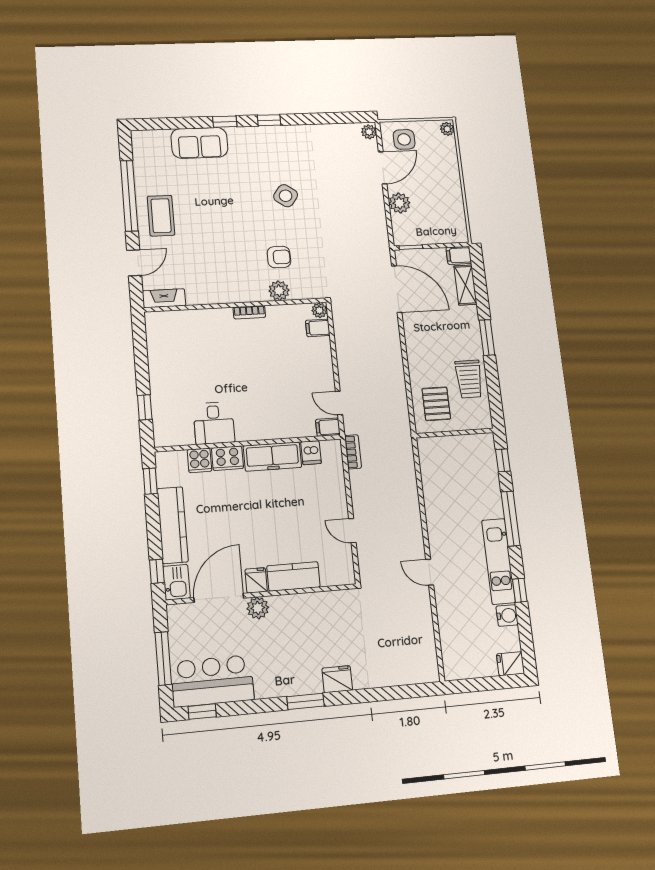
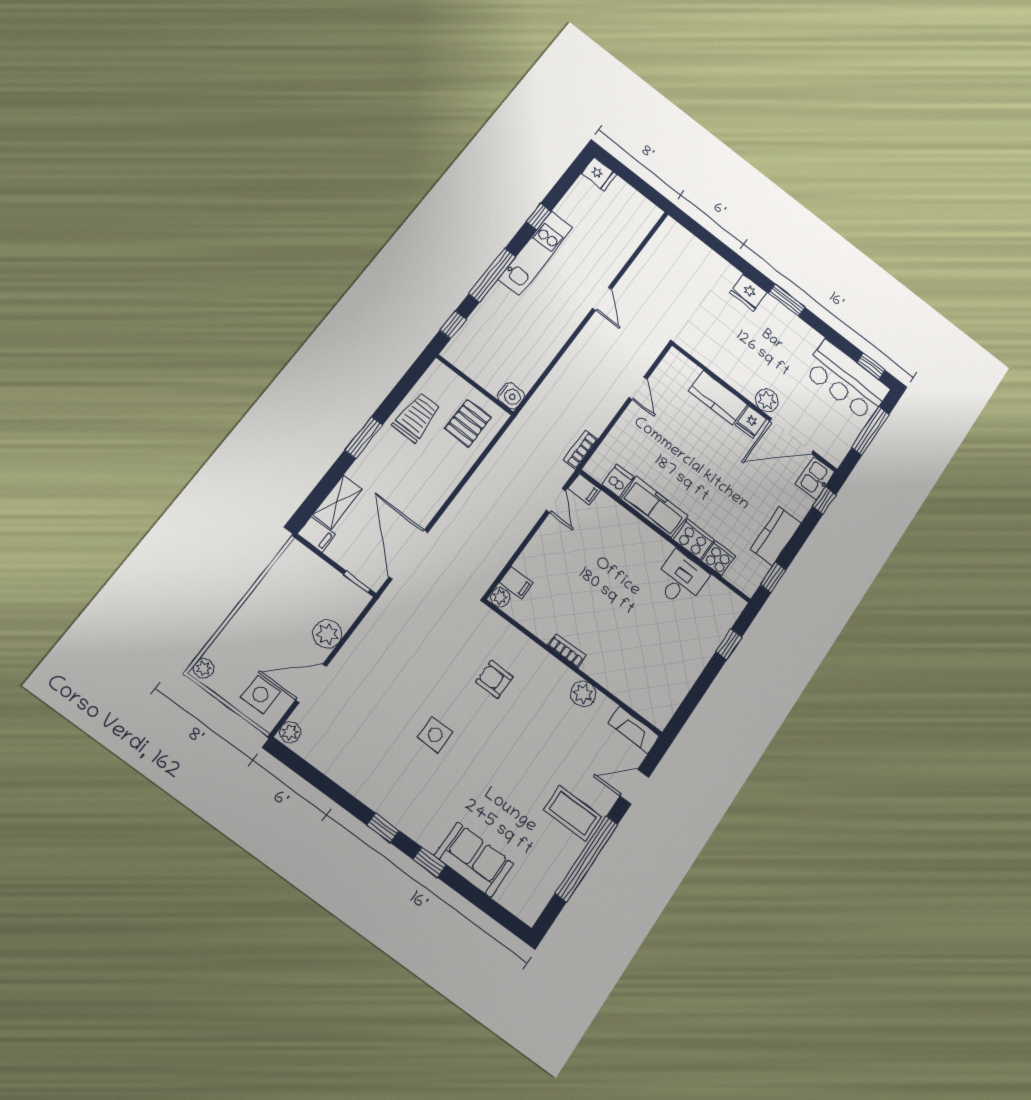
side table: (286, 196) -> (435, 735), turned -36
coffee table: (161, 216) -> (572, 813), turned 90
plant: (279, 291) -> (583, 694), moved
kitchen counter: (173, 525) -> (776, 536), width x0.67
water cooler: (507, 615) -> (511, 396), moved, turned 180

